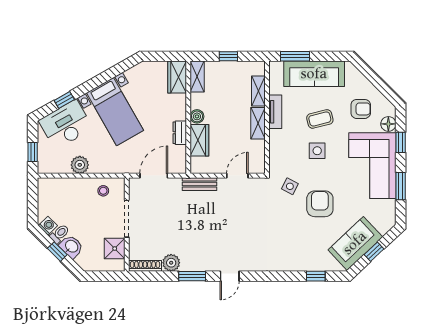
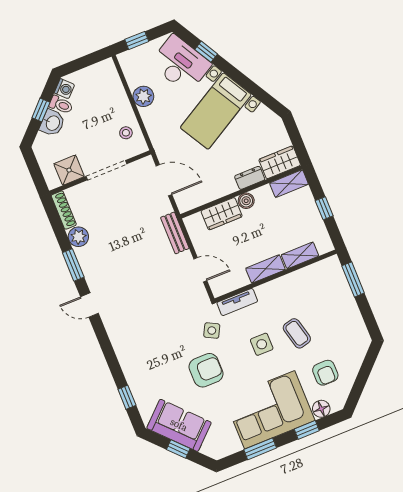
sofa: (314, 74) -> (343, 308), removed
tv unit: (275, 112) -> (237, 302), moved
dresser: (180, 133) -> (250, 178), moved

